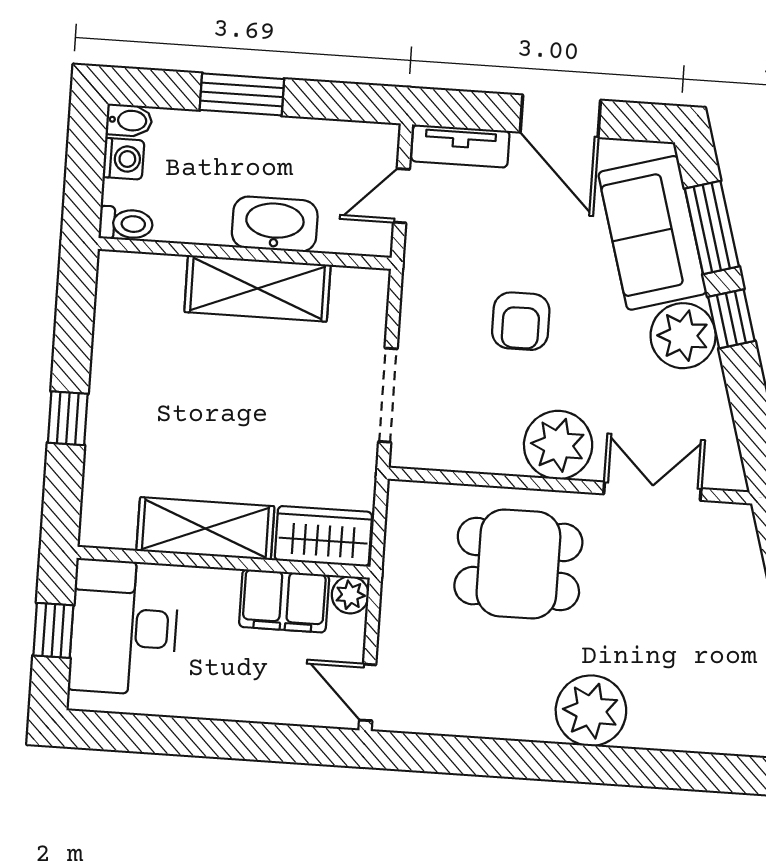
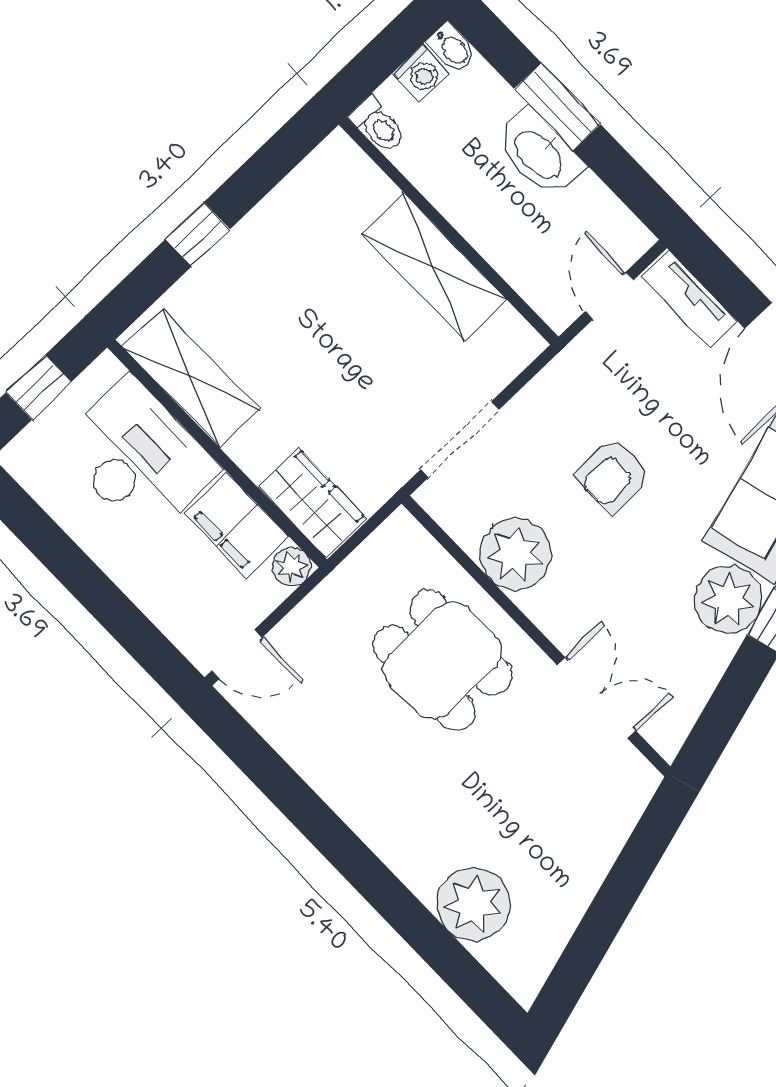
door: (401, 196) -> (609, 296), hinge flipped
washbasin: (275, 224) -> (539, 154), moved, turned 180
plant: (558, 445) -> (515, 554), moved
shelving: (205, 529) -> (191, 378), moved
desk: (124, 627) -> (138, 457), moved, turned 90
door: (368, 692) -> (237, 654), swing flipped
plant: (591, 711) -> (474, 904), moved

